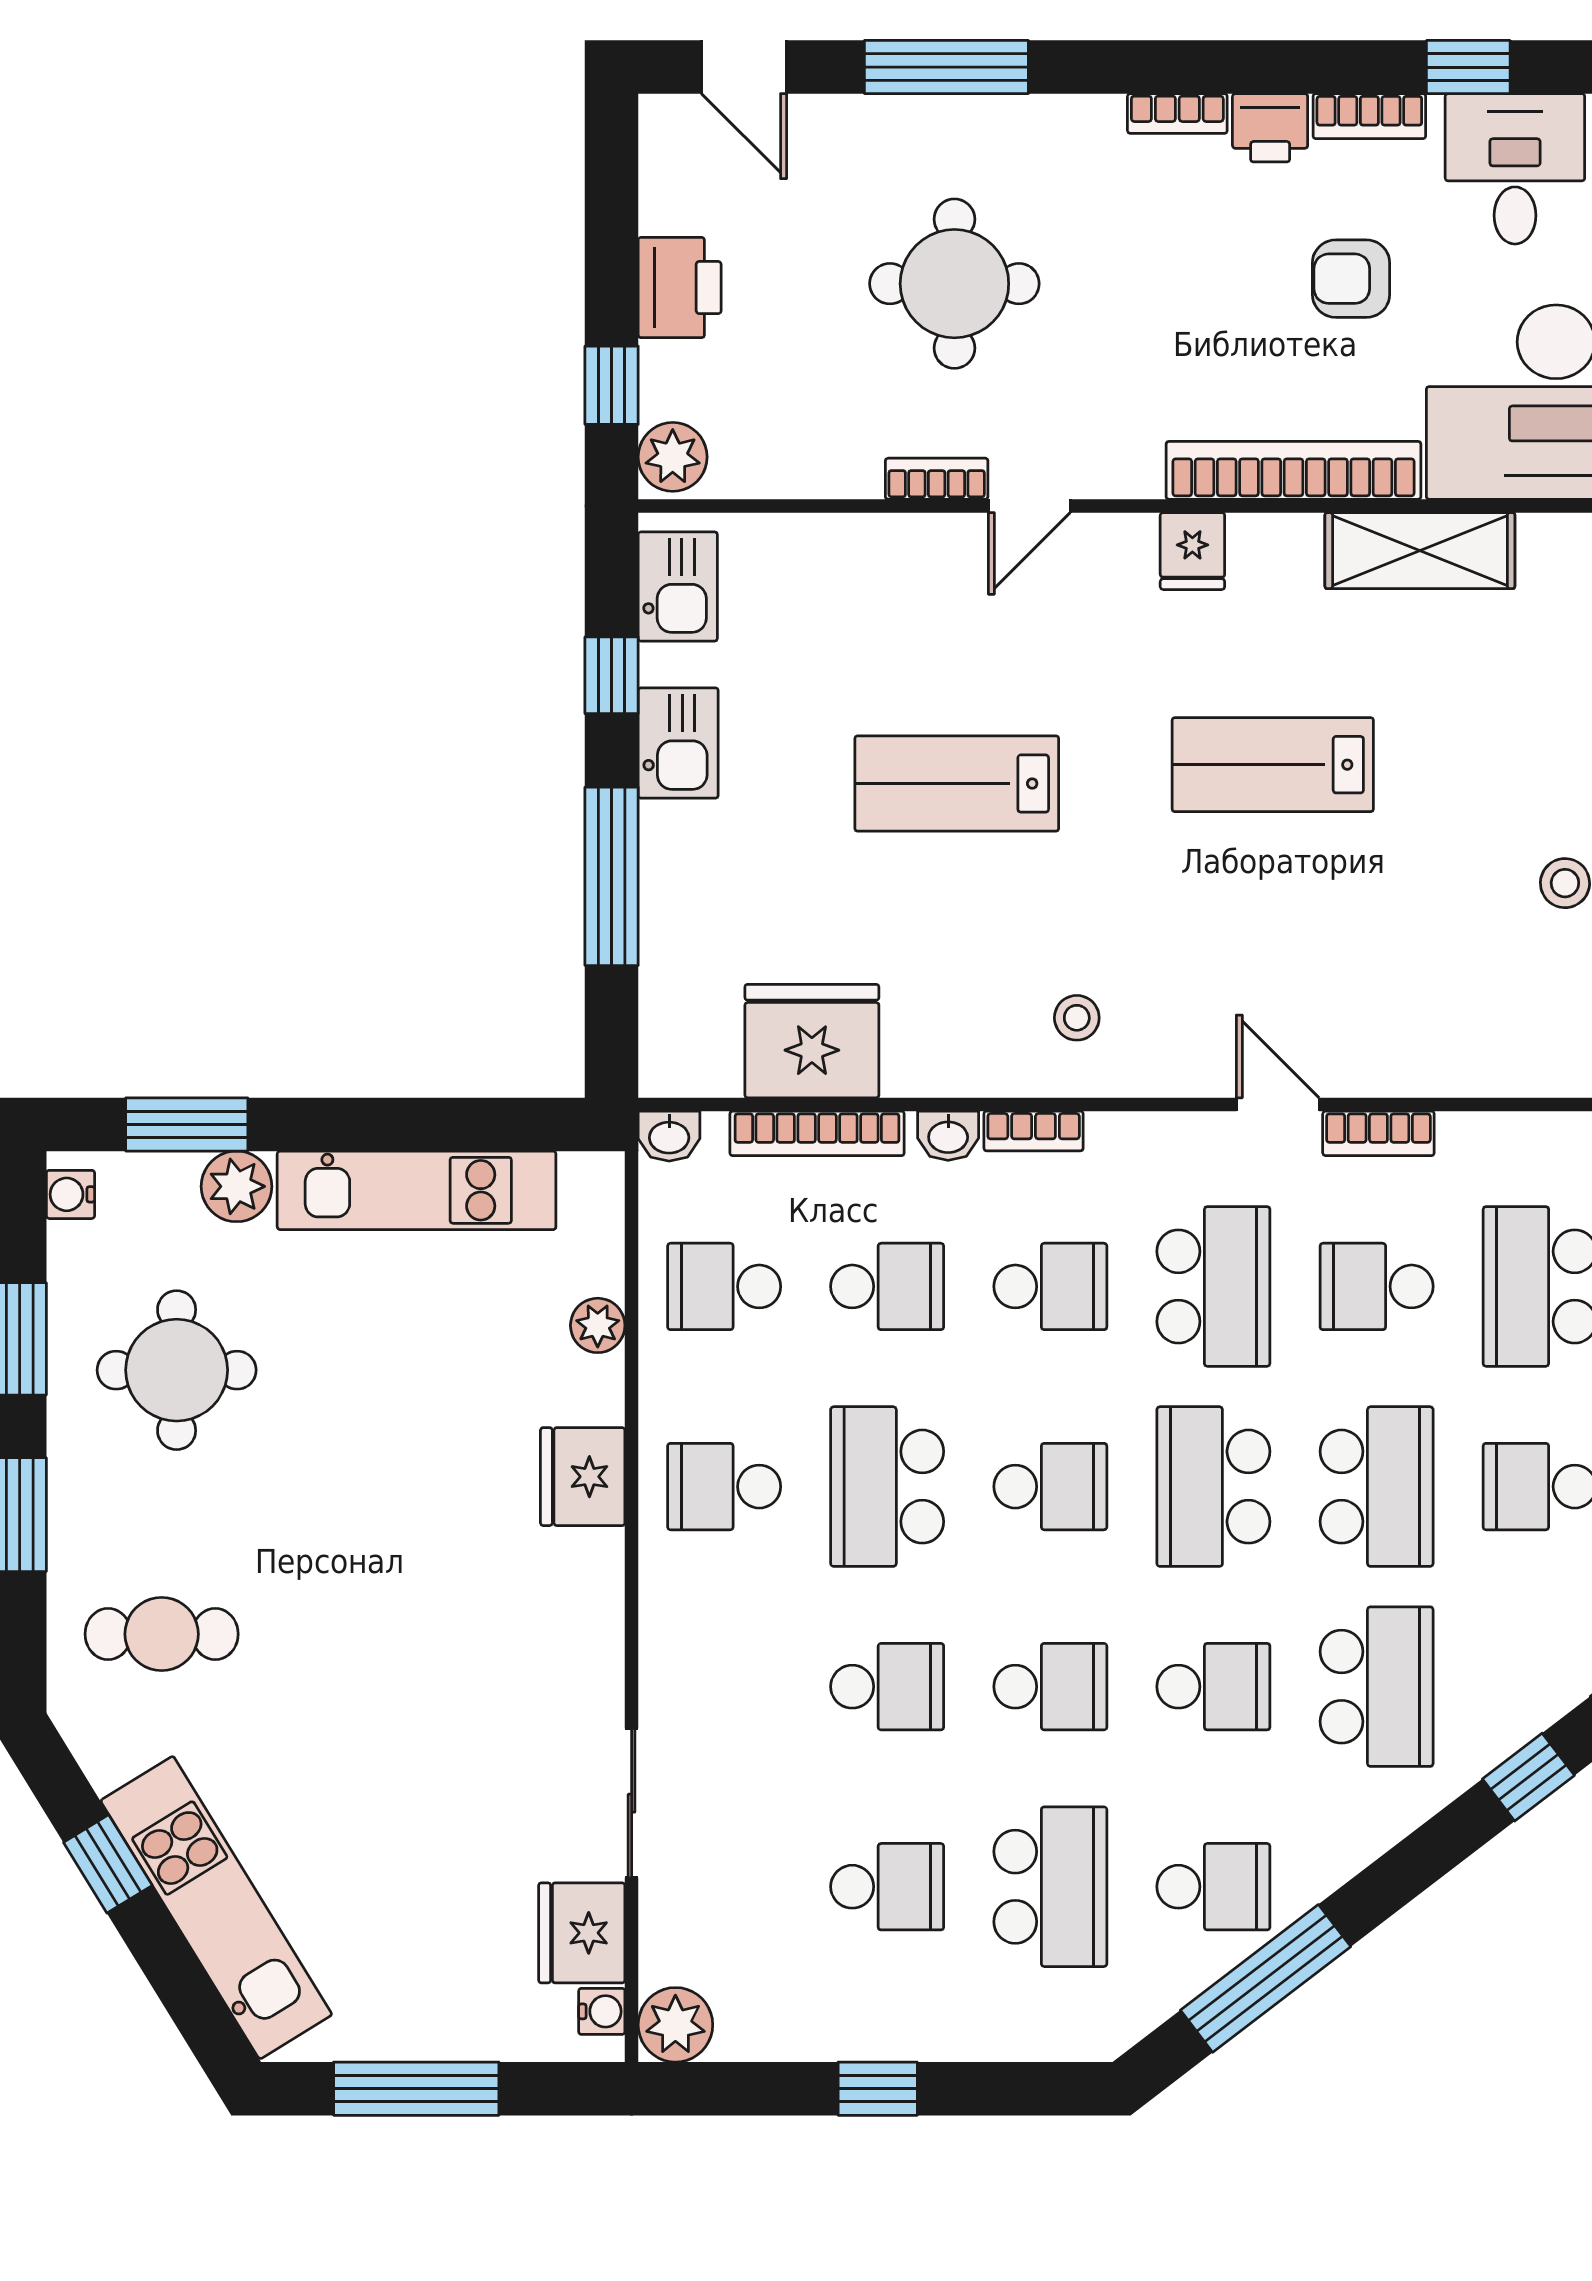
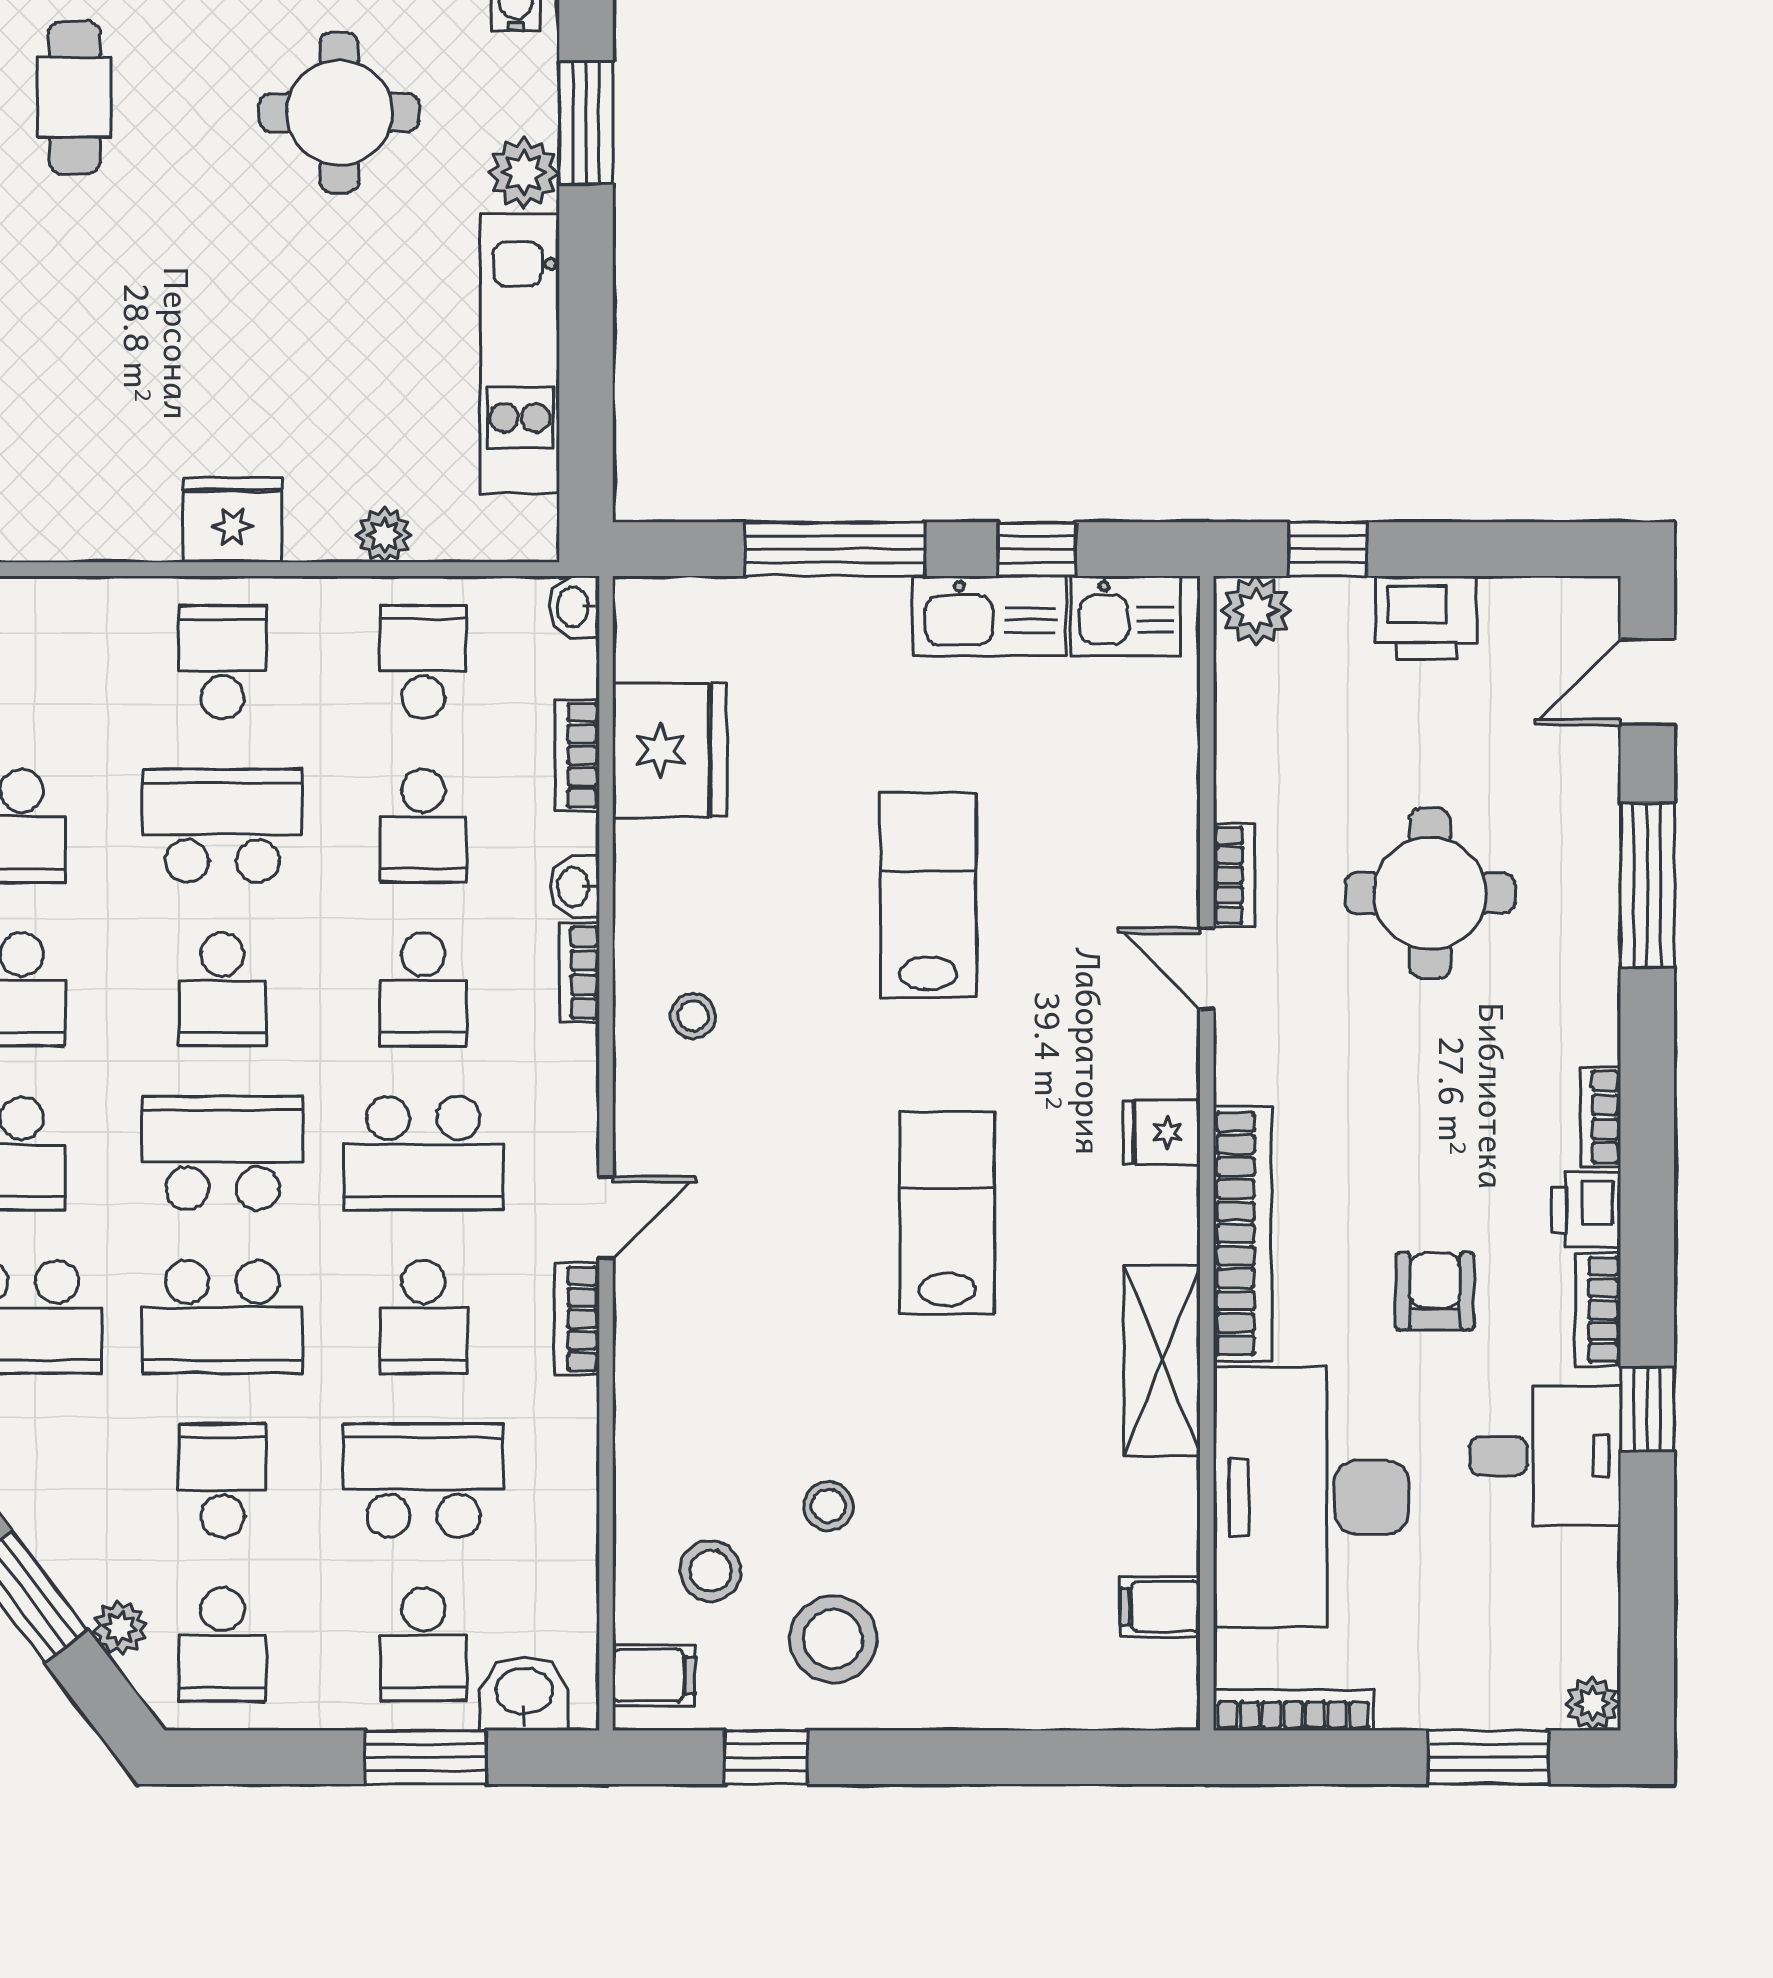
kitchen sink: (678, 743) -> (990, 616), width x1.38
bookcase: (817, 1133) -> (577, 755), width x0.64
school desk: (1377, 1286) -> (423, 1317), turned 180

